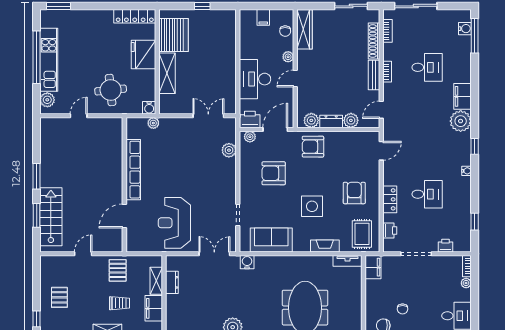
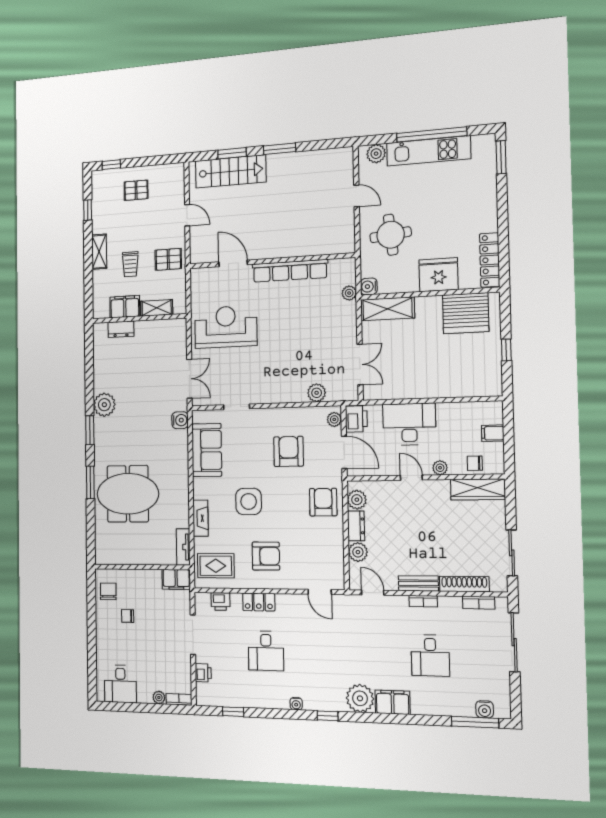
shelving: (167, 73) -> (387, 309), moved
dresser: (172, 282) -> (121, 329), moved

